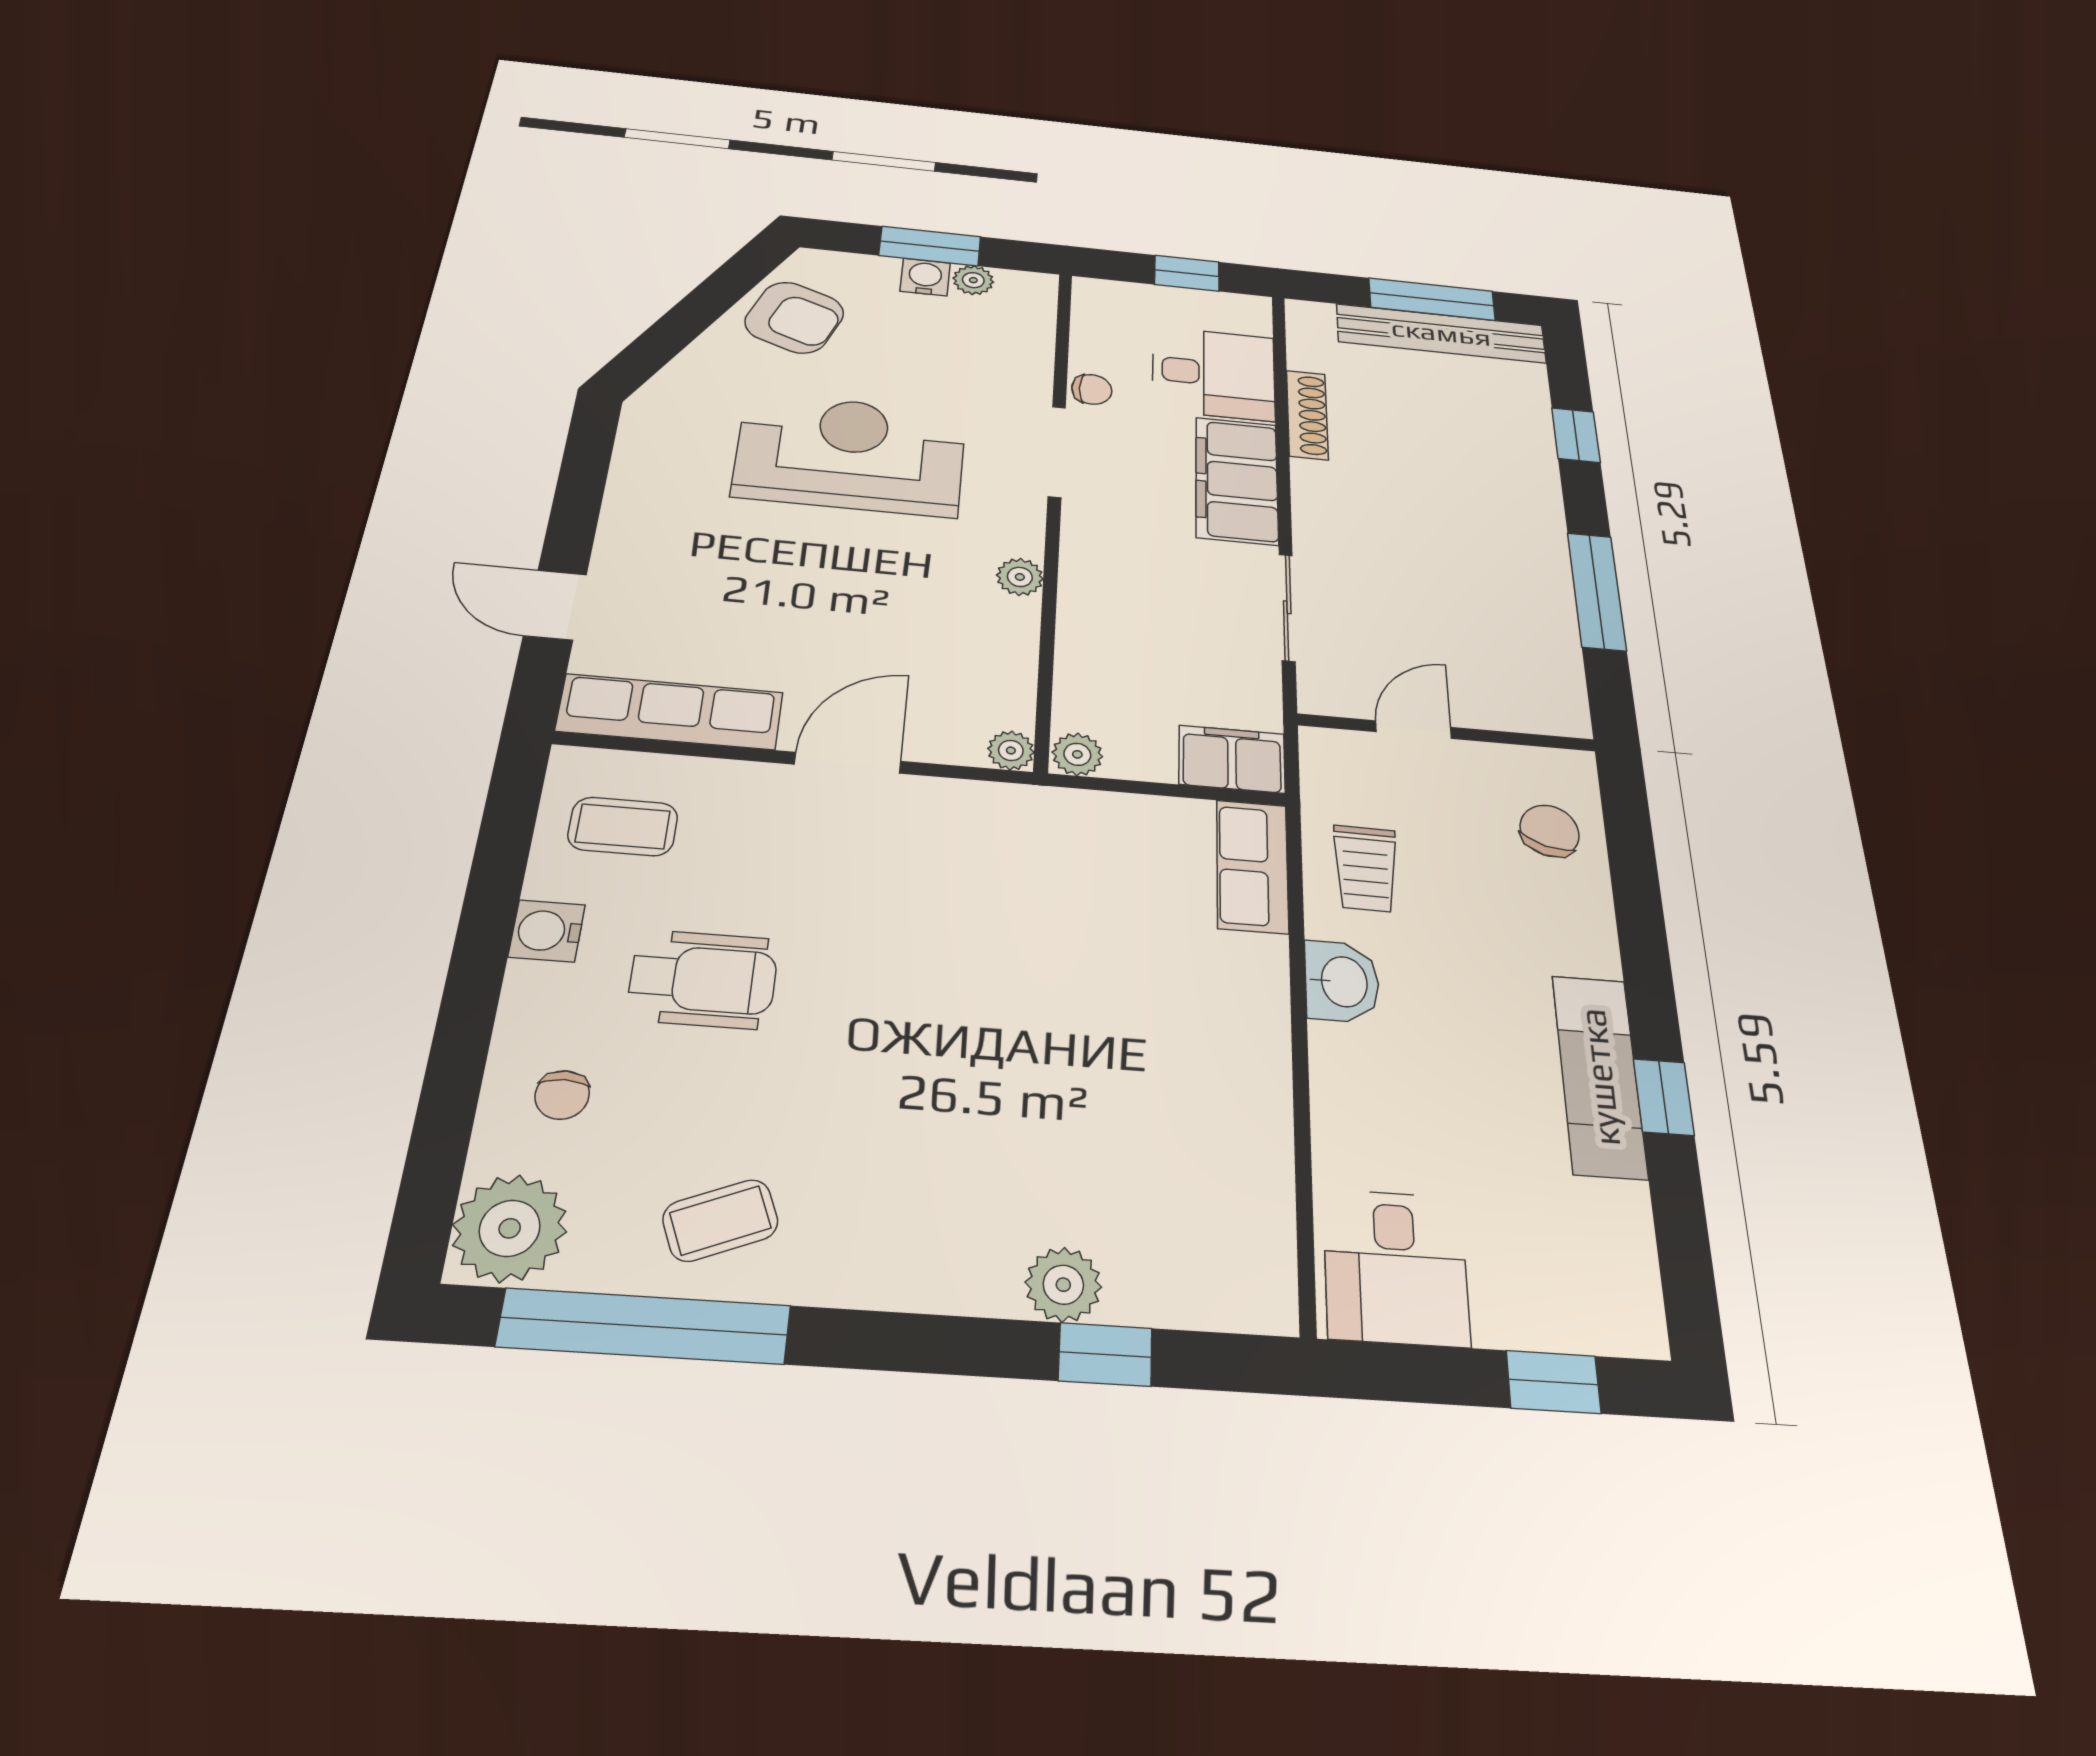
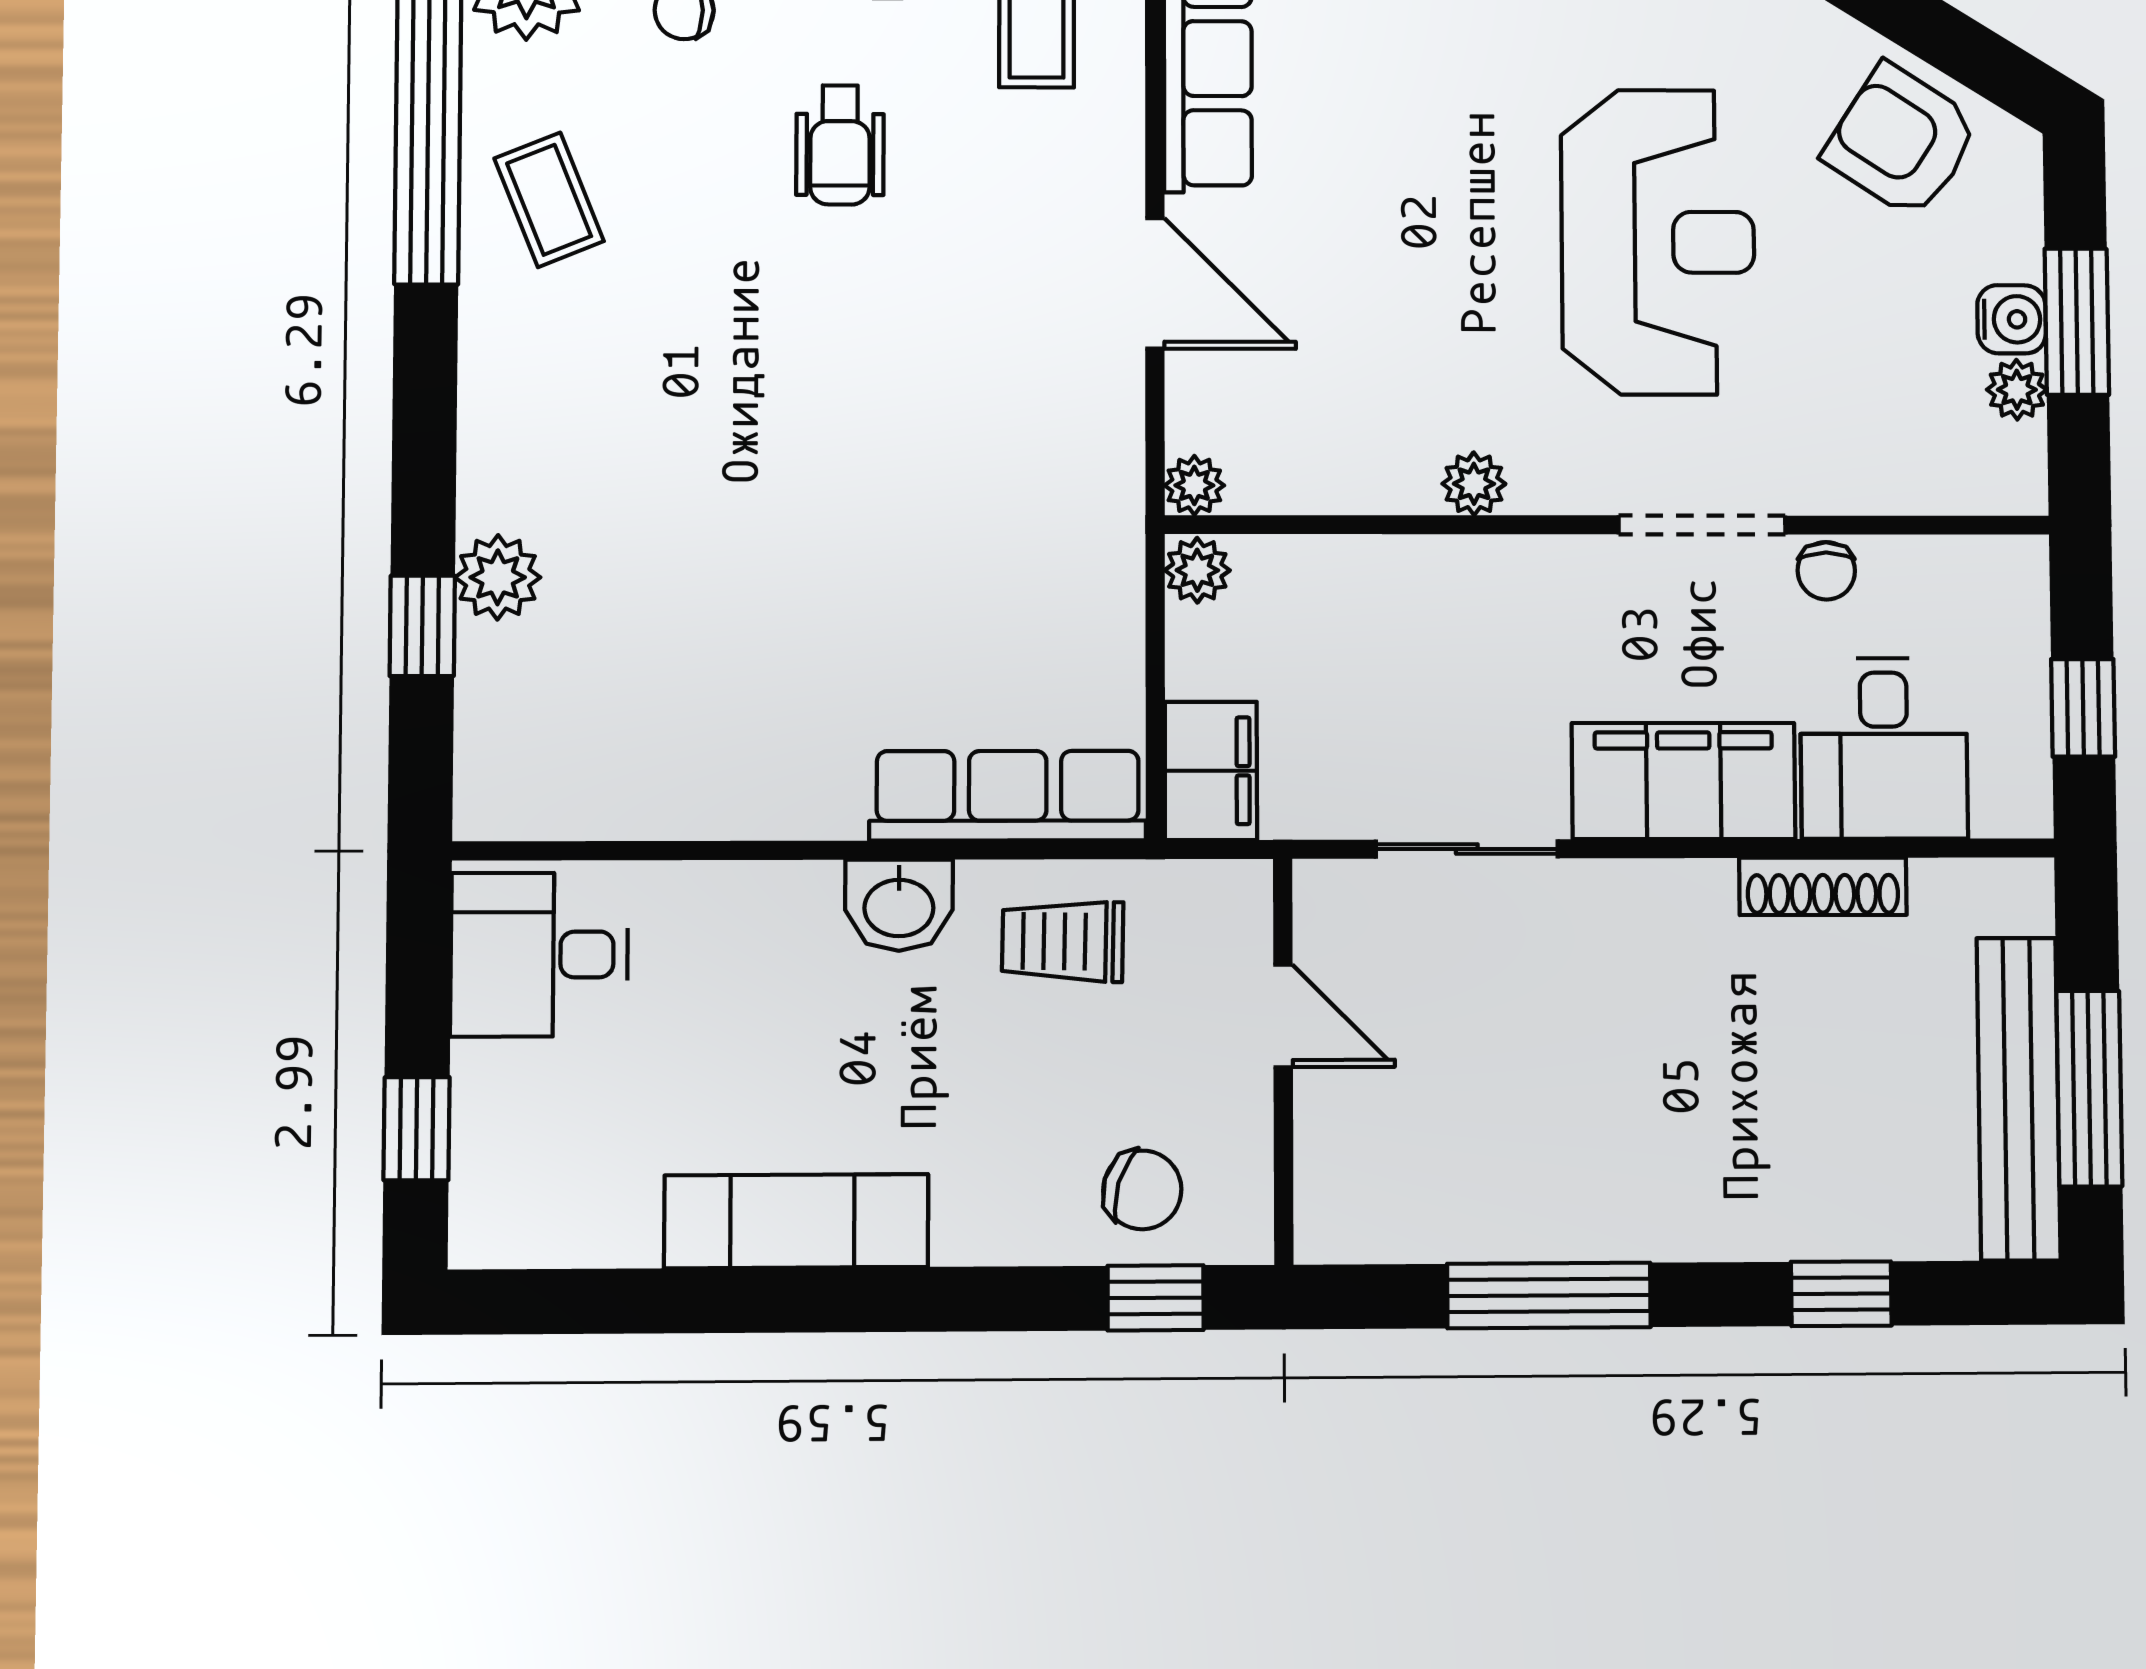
armchair: (794, 318) -> (1902, 141), turned 102
row of seats: (1252, 866) -> (1008, 796), width x1.48
wheelchair: (703, 979) -> (840, 145), width x0.73, depth x0.73
window: (1664, 1097) -> (1156, 1298), moved

